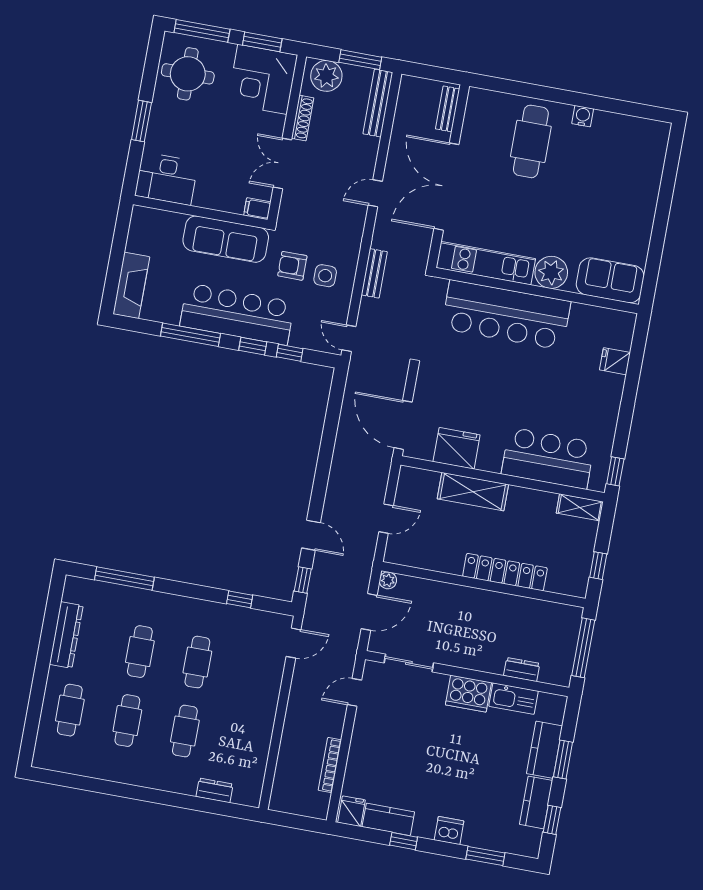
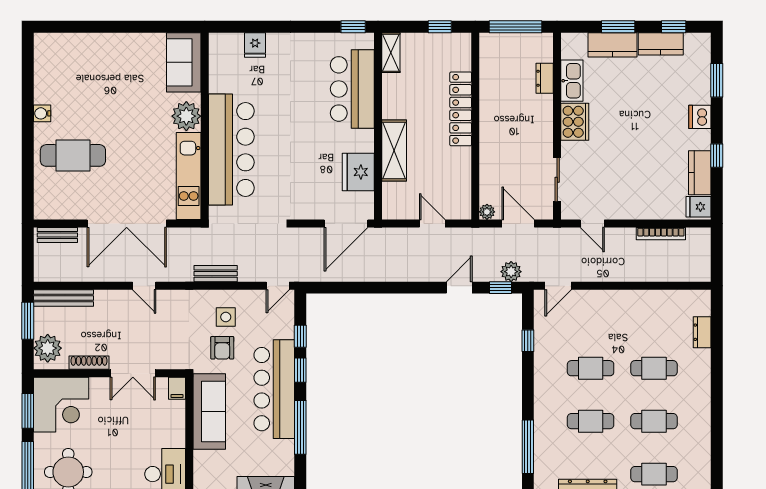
plant: (318, 595) -> (511, 272), added
door: (293, 643) -> (558, 286), swing flipped

